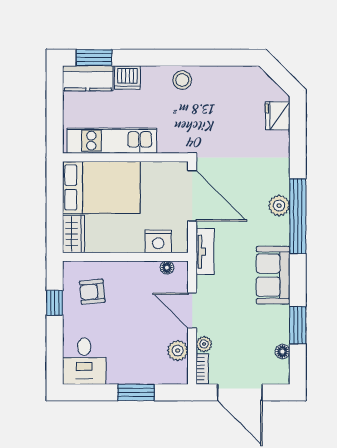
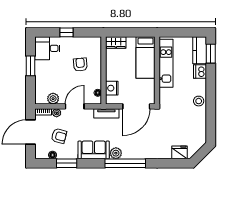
bed: (101, 187) -> (146, 57), width x0.67
plant: (279, 206) -> (116, 153), moved
armchair: (92, 292) -> (80, 65), moved
window: (55, 303) -> (66, 32), moved
armchair: (247, 340) -> (59, 136), added
window: (136, 392) -> (31, 66), moved

